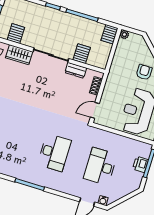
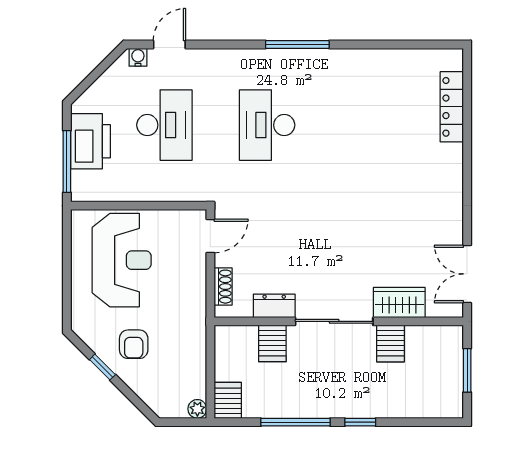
server rack: (16, 34) -> (390, 343), moved
printer: (140, 164) -> (91, 141), width x1.87, depth x1.48

